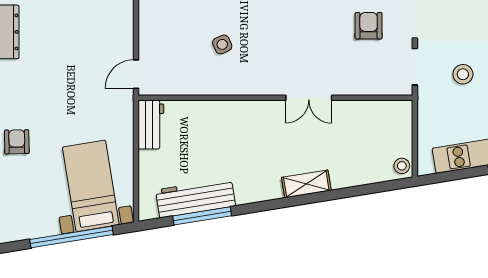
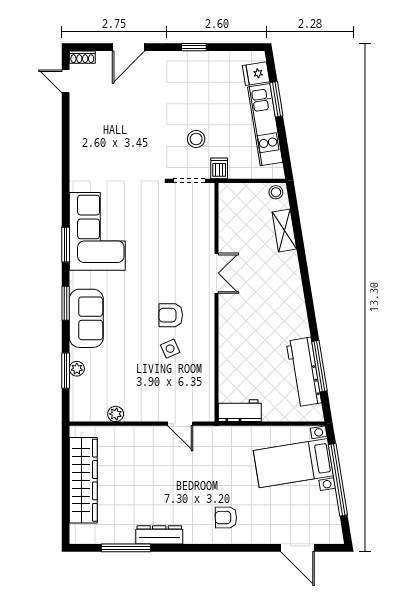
armchair: (369, 26) -> (171, 315), moved
door: (136, 74) -> (180, 424), moved
dishwasher: (429, 101) -> (219, 168), added
armchair: (17, 142) -> (226, 518), moved
shelving: (306, 184) -> (284, 230), moved

